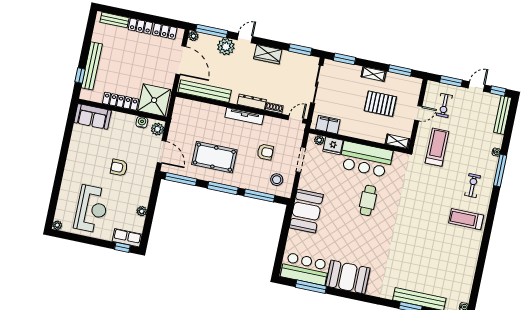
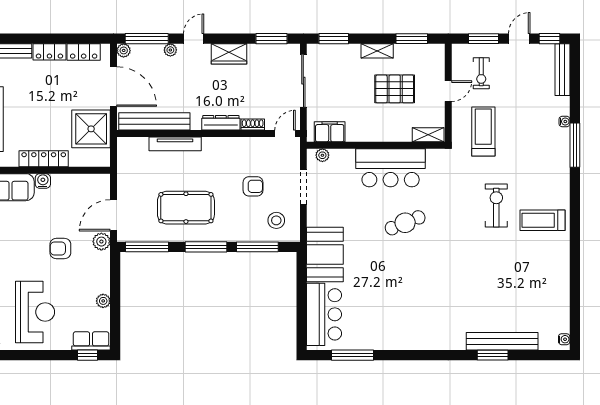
plant: (226, 47) -> (170, 50), width x0.53, depth x0.53
shower: (154, 100) -> (91, 129), moved
tv unit: (244, 116) -> (175, 144), moved
water cooler: (142, 122) -> (43, 181), moved
plant: (157, 129) -> (101, 242), moved
fridge: (333, 146) -> (343, 159), removed
door: (162, 152) -> (114, 215), swing flipped
exercise bike: (473, 186) -> (496, 206), moved, width x1.38, depth x1.39
cafe table: (368, 200) -> (405, 223), turned 68
bar counter: (305, 269) -> (324, 314), moved, turned 90
booth: (348, 277) -> (400, 332), removed

